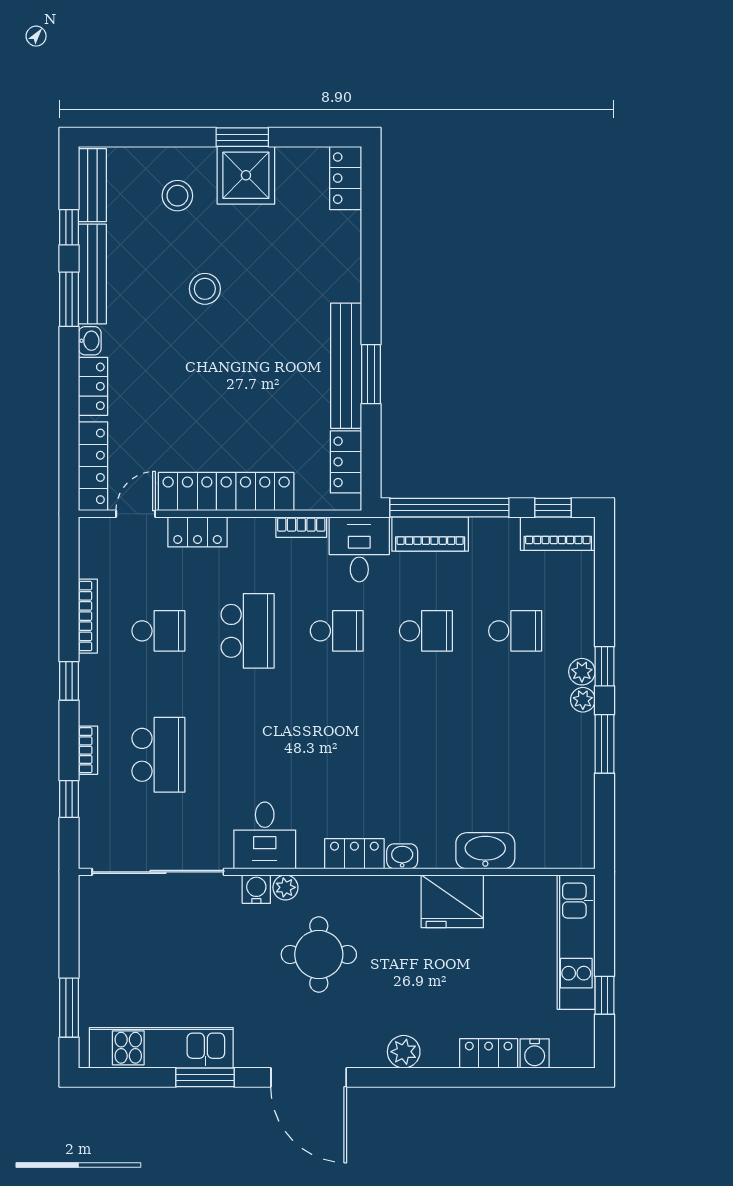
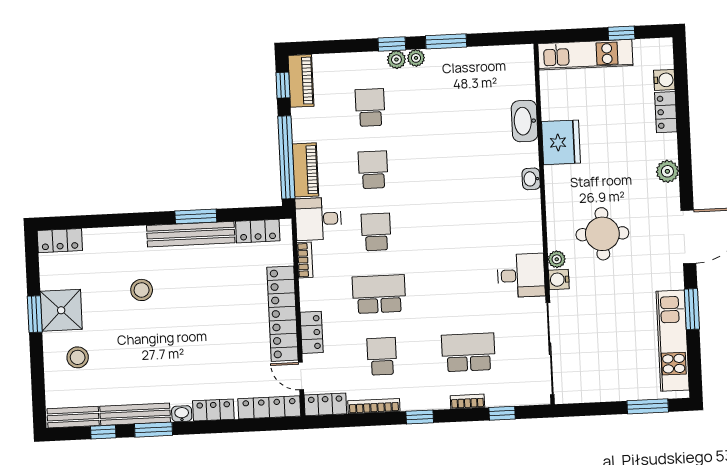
stool: (205, 289) -> (142, 290), moved
locker: (354, 854) -> (325, 404), moved, turned 90

